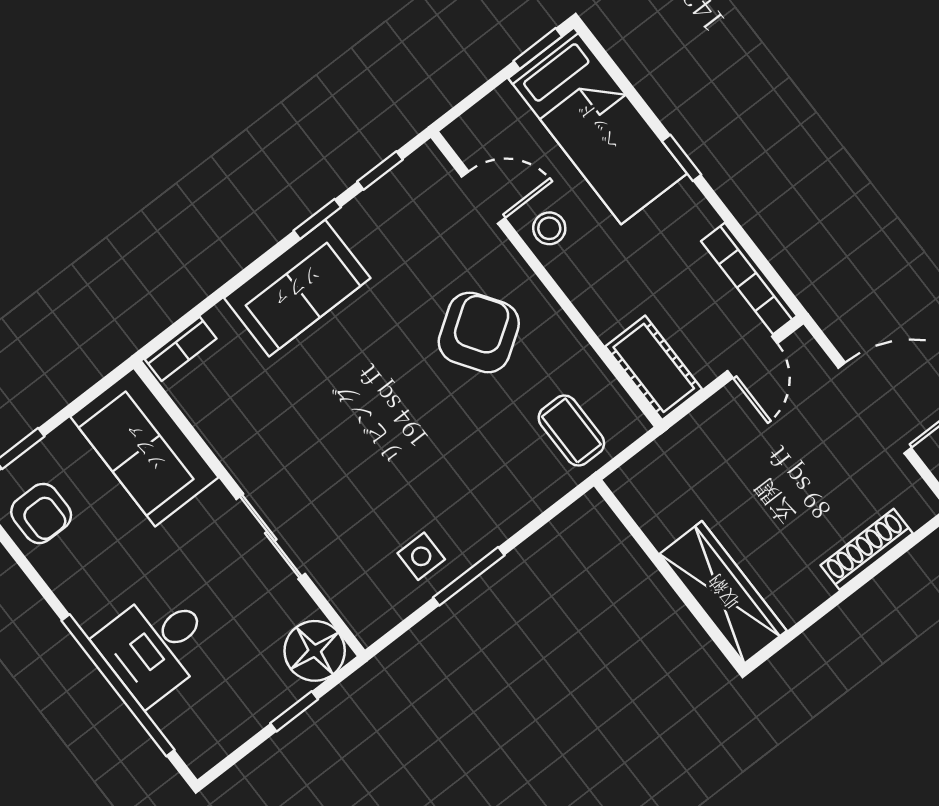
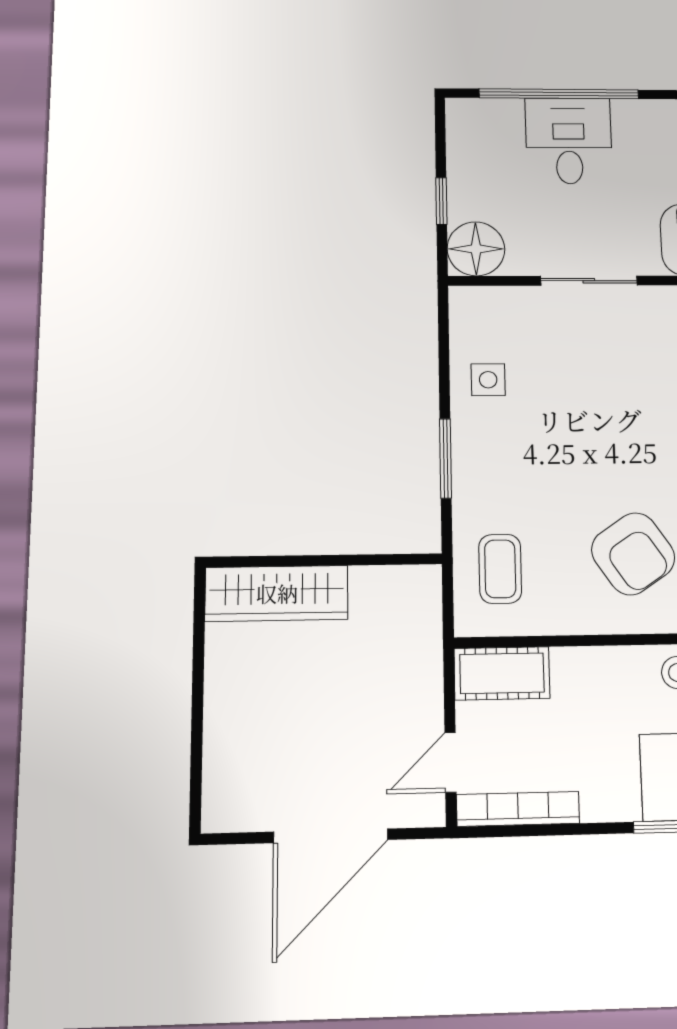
door: (752, 357) -> (450, 762), hinge flipped
coffee table: (571, 430) -> (500, 569), turned 90
shoe rack: (867, 549) -> (219, 739), removed
window: (469, 576) -> (446, 458), moved

